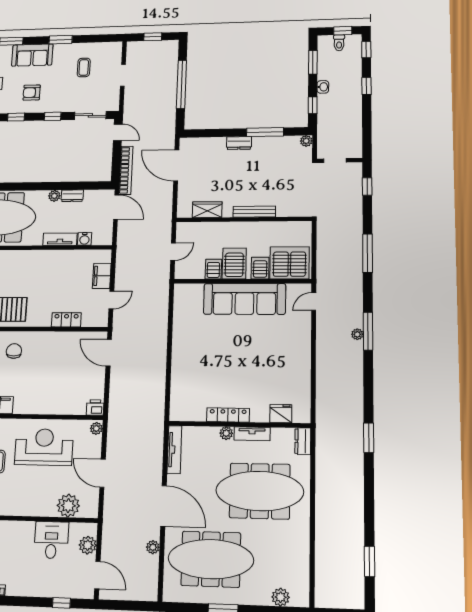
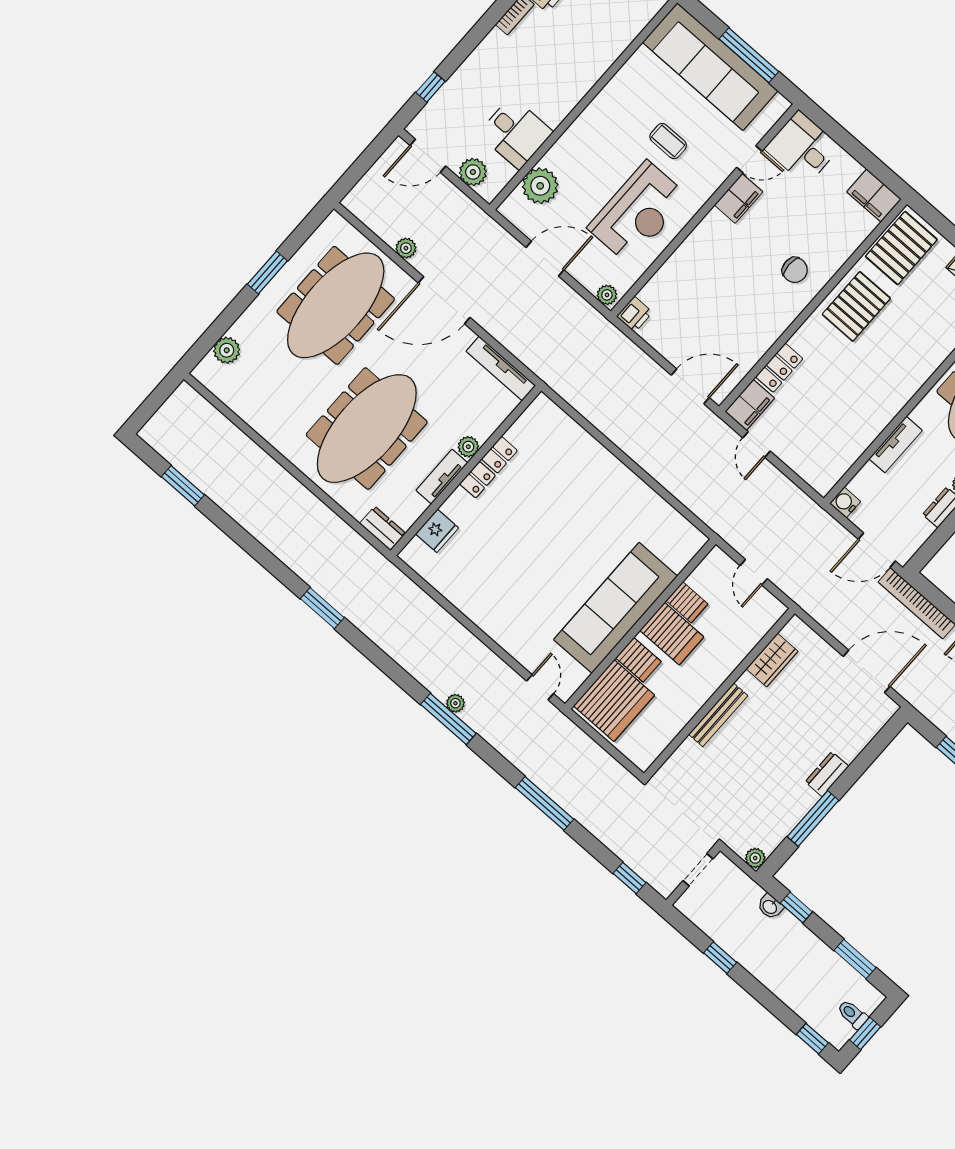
window: (367, 86) -> (720, 958), moved
washbasin: (323, 87) -> (770, 907), moved
water cooler: (85, 239) -> (845, 503), moved
filing cabinet: (102, 276) -> (750, 405), moved, turned 90

